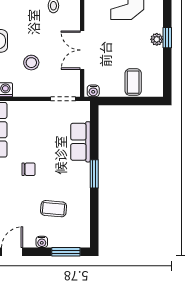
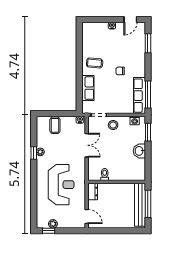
stool: (31, 63) -> (113, 125), moved
window: (94, 174) -> (79, 68), removed
coffee table: (54, 209) -> (95, 63), moved
window: (66, 252) -> (97, 20), removed

